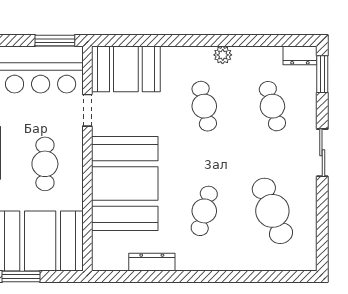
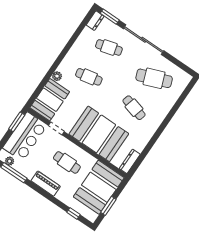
plant: (223, 55) -> (57, 76), moved
sliding door: (322, 153) -> (144, 40), width x1.86
dresser: (152, 262) -> (130, 161), moved

